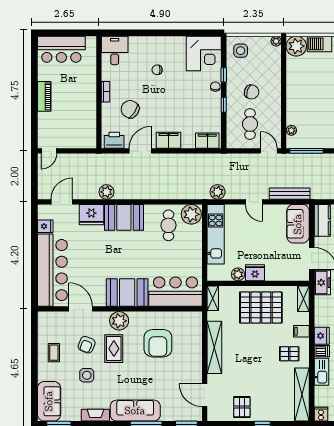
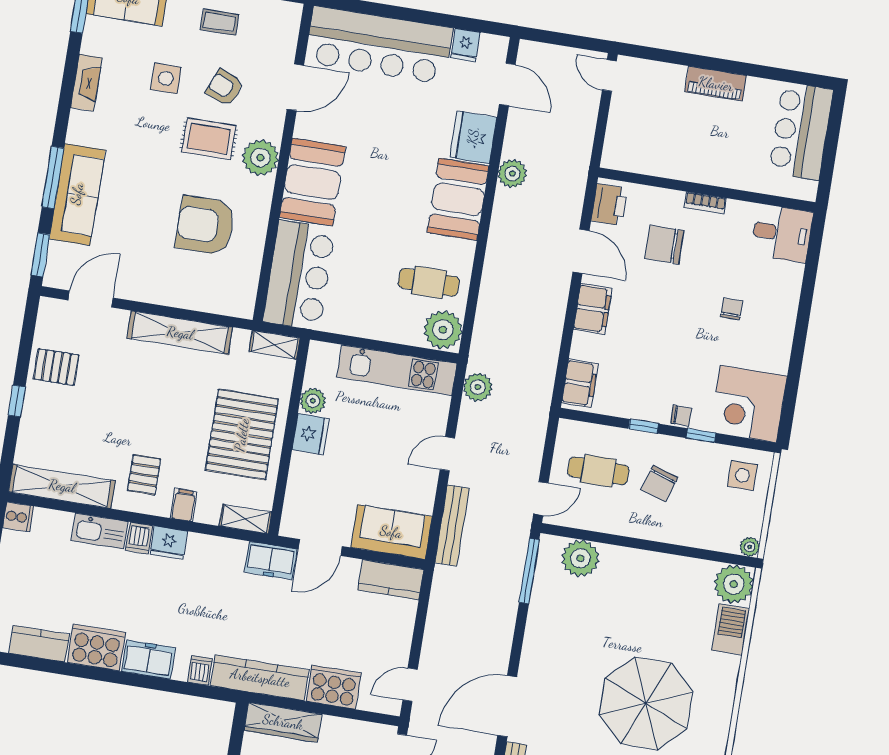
chair: (130, 109) -> (664, 245), turned -124
plant: (291, 130) -> (580, 558), width x1.87, depth x1.87
sofa: (135, 411) -> (77, 194), moved

